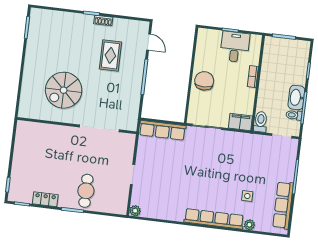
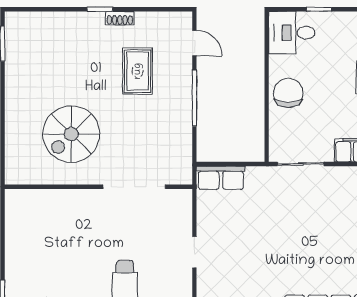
desk: (235, 47) -> (292, 33), moved, turned -90
row of seats: (162, 130) -> (221, 178), width x0.68

